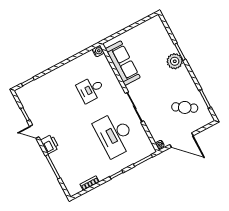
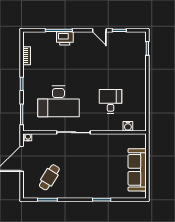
water cooler: (98, 51) -> (128, 126), moved
plant: (175, 61) -> (96, 190), removed
sofa: (123, 63) -> (137, 170), moved, turned 90
door: (34, 132) -> (99, 30), swing flipped
desk: (115, 134) -> (58, 101), turned 180
printer: (50, 144) -> (65, 38), moved

